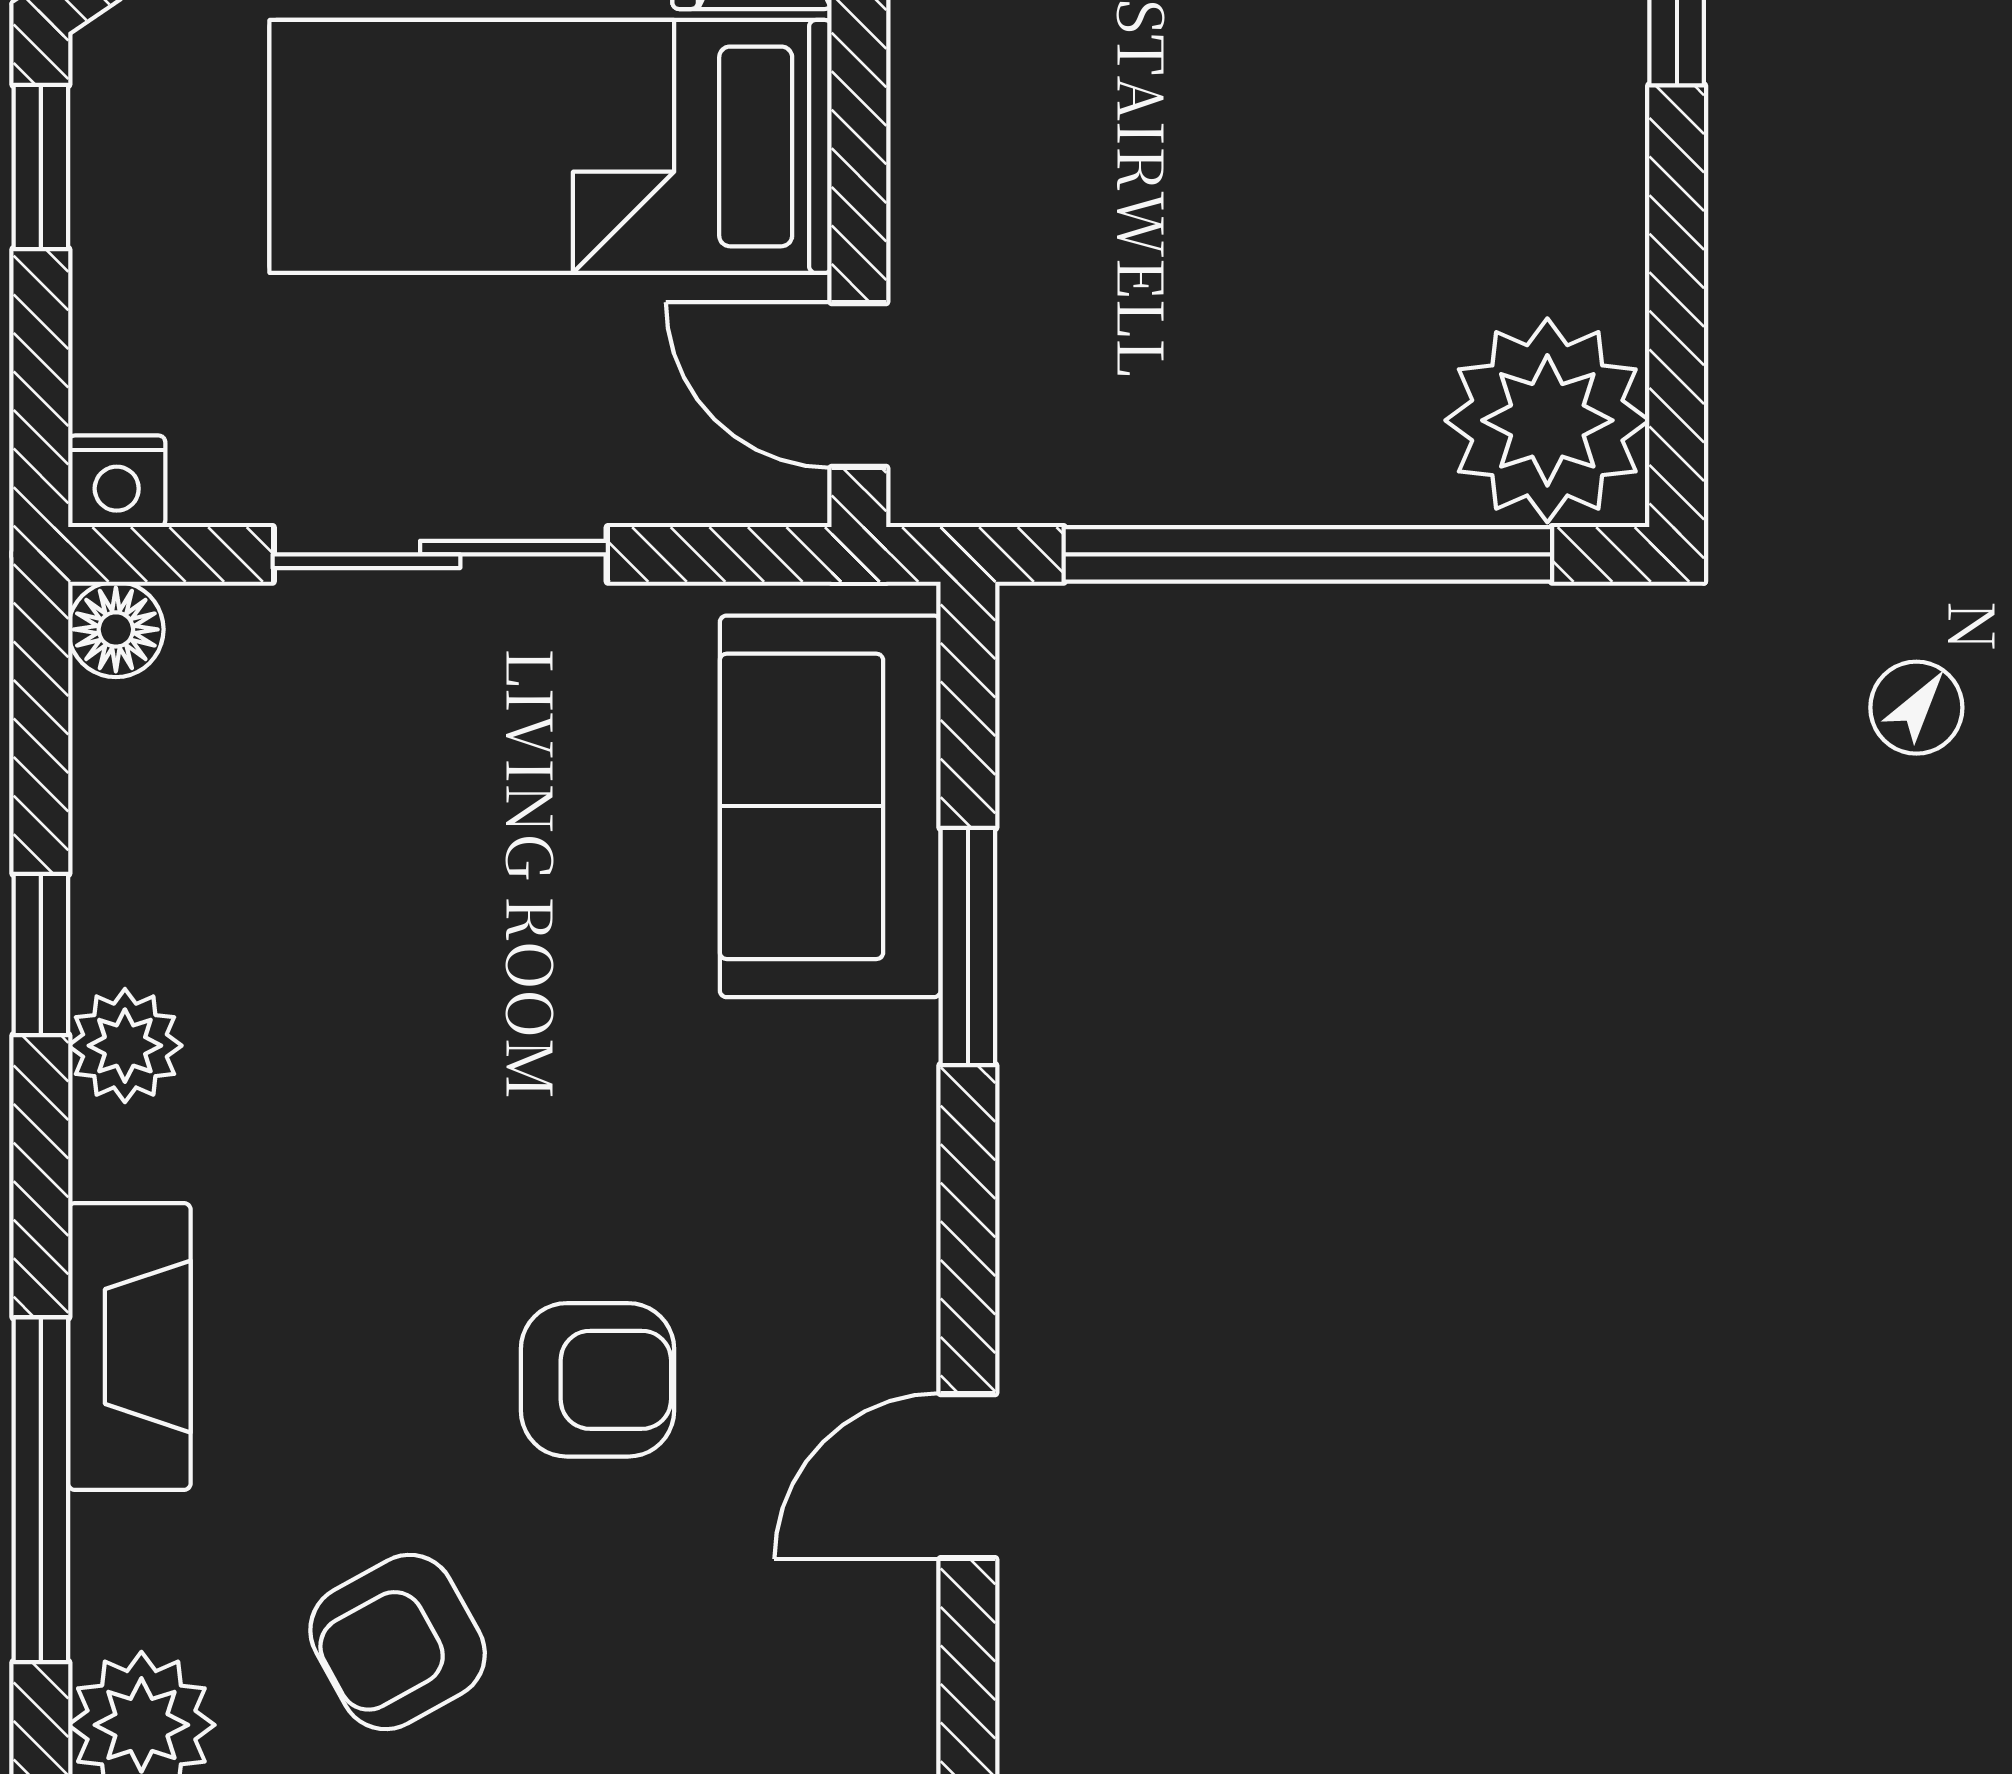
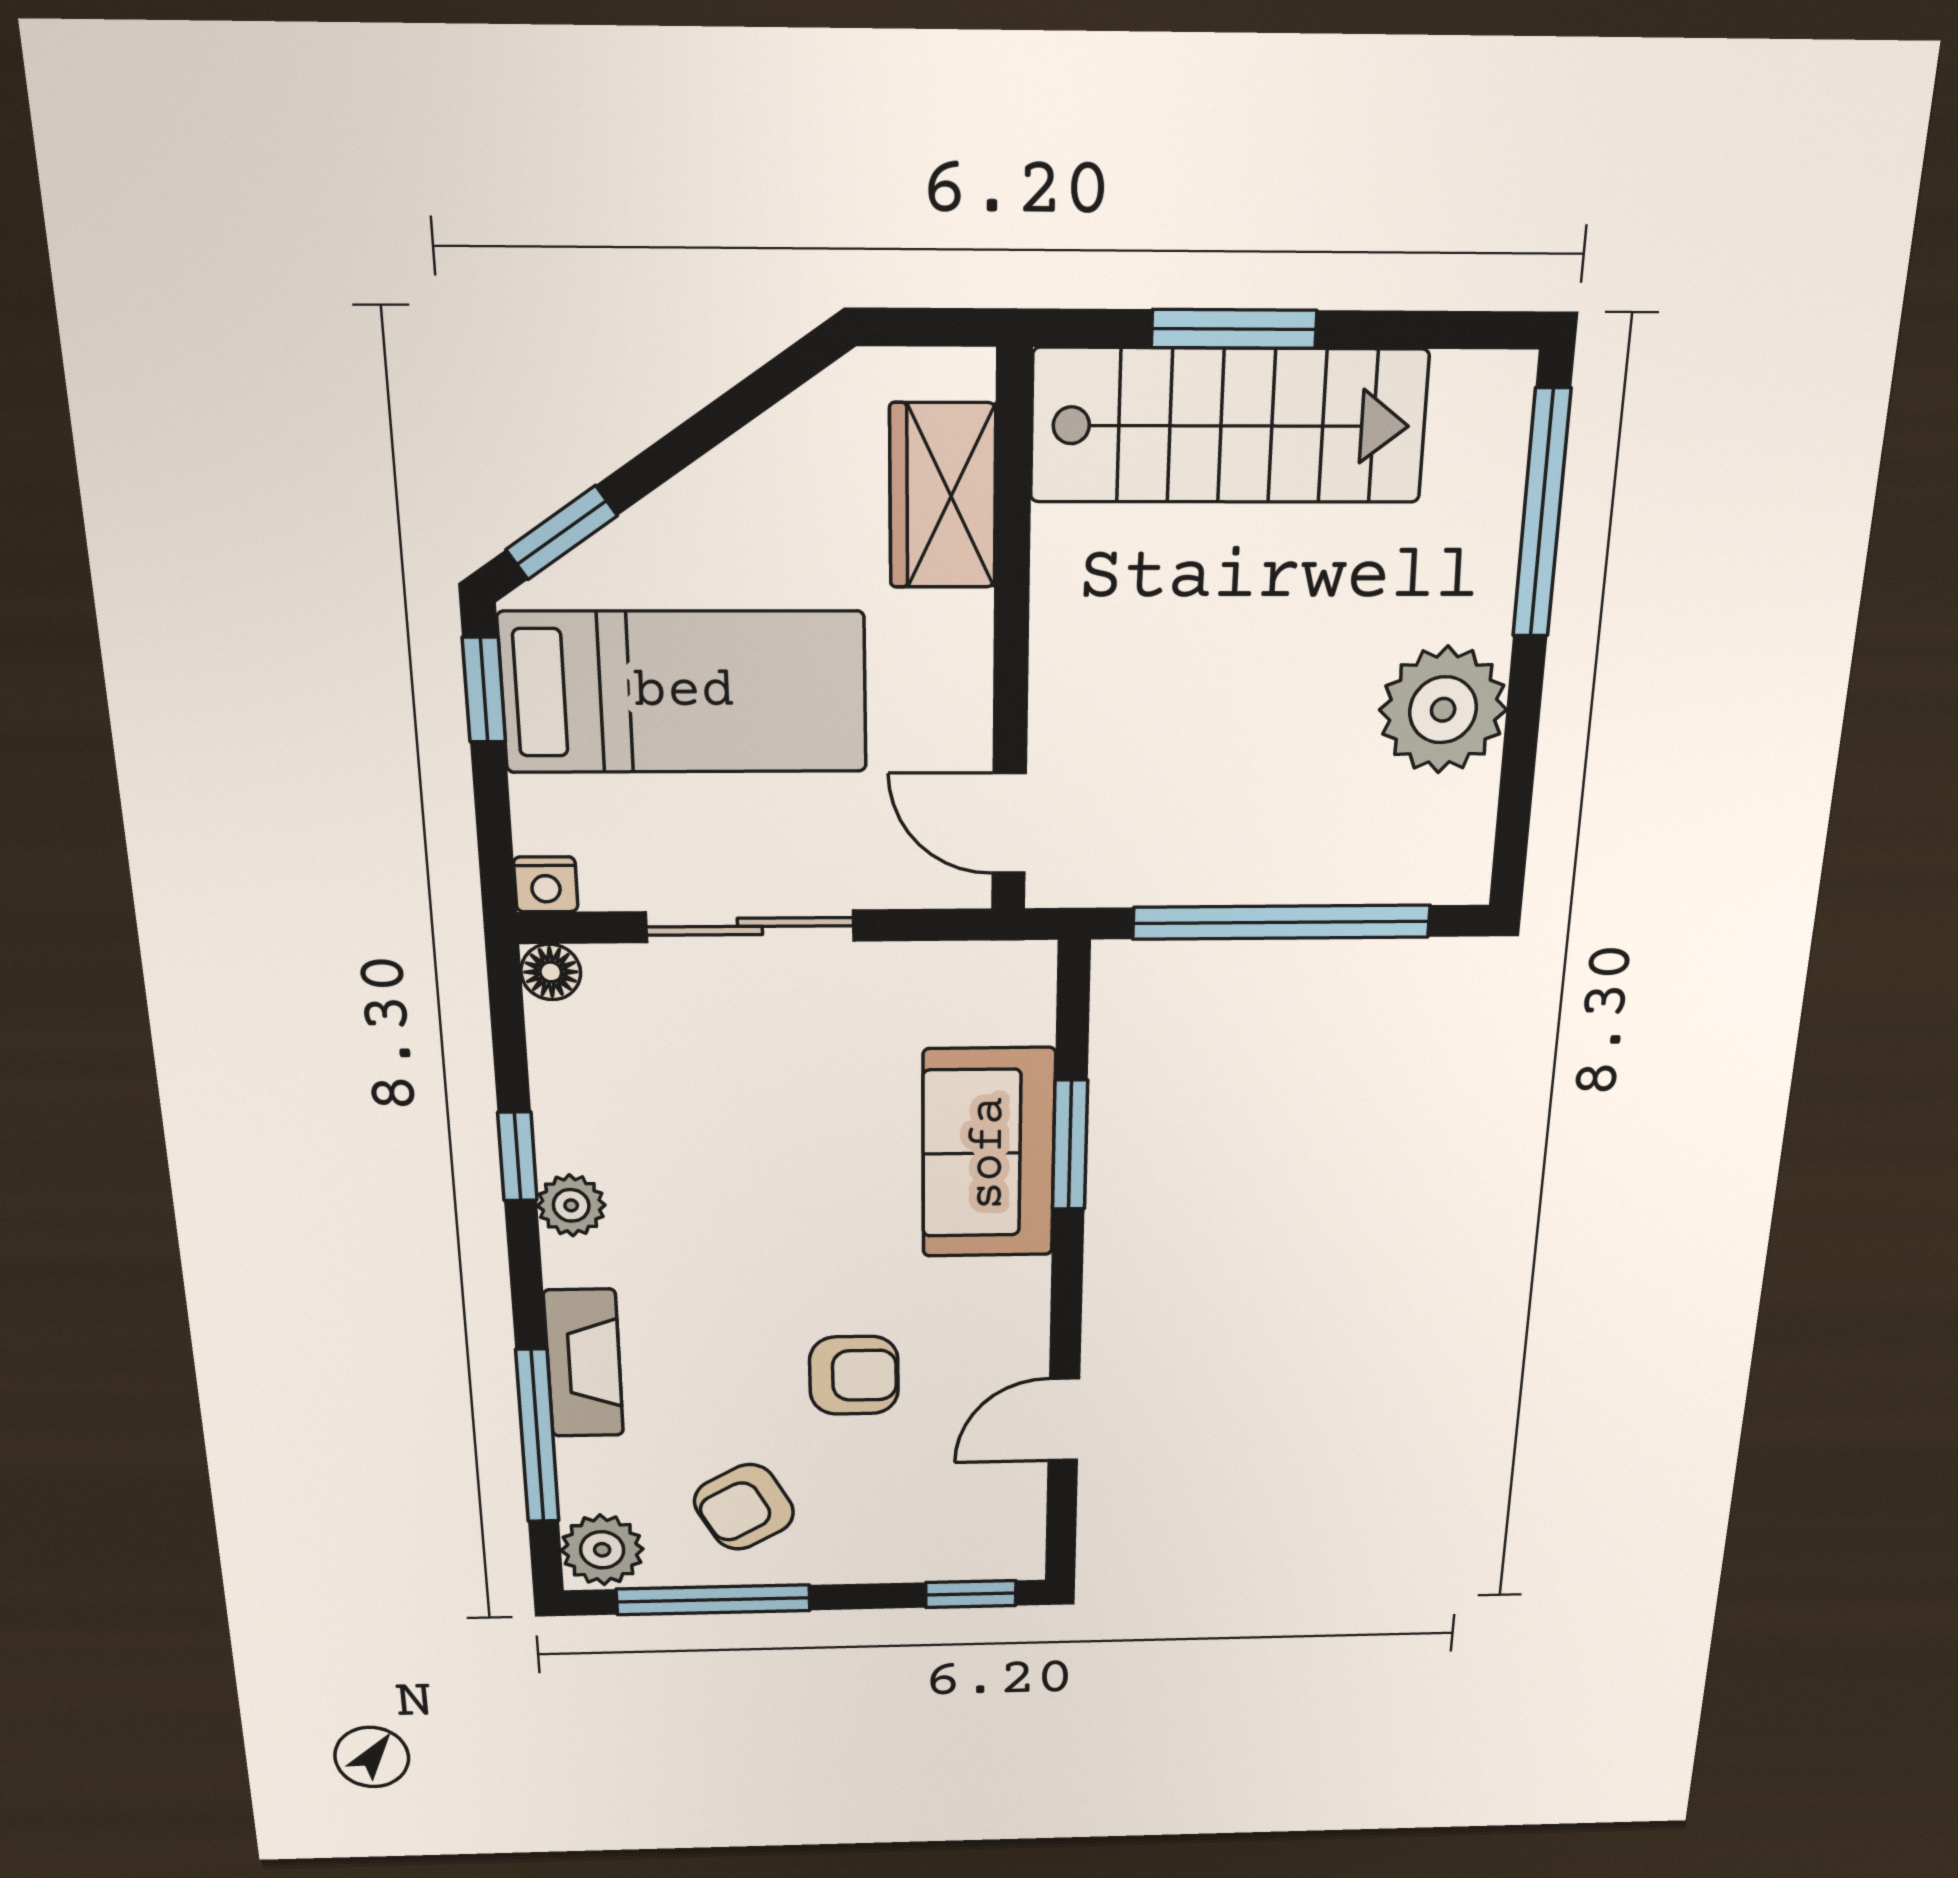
bed: (550, 146) -> (684, 692), moved, turned 180
plant: (1547, 420) -> (1443, 710), moved
sofa: (830, 806) -> (989, 1153), moved

